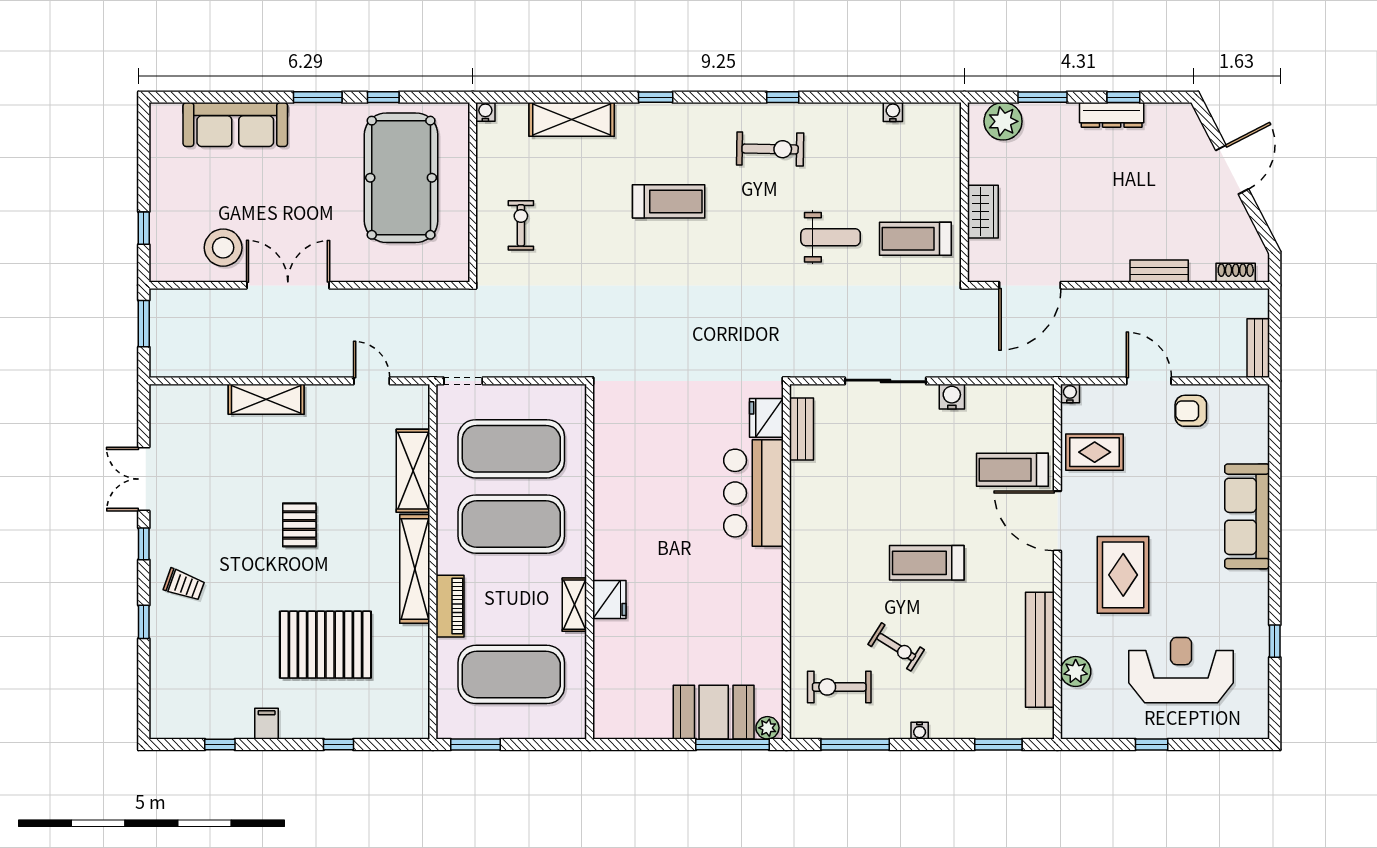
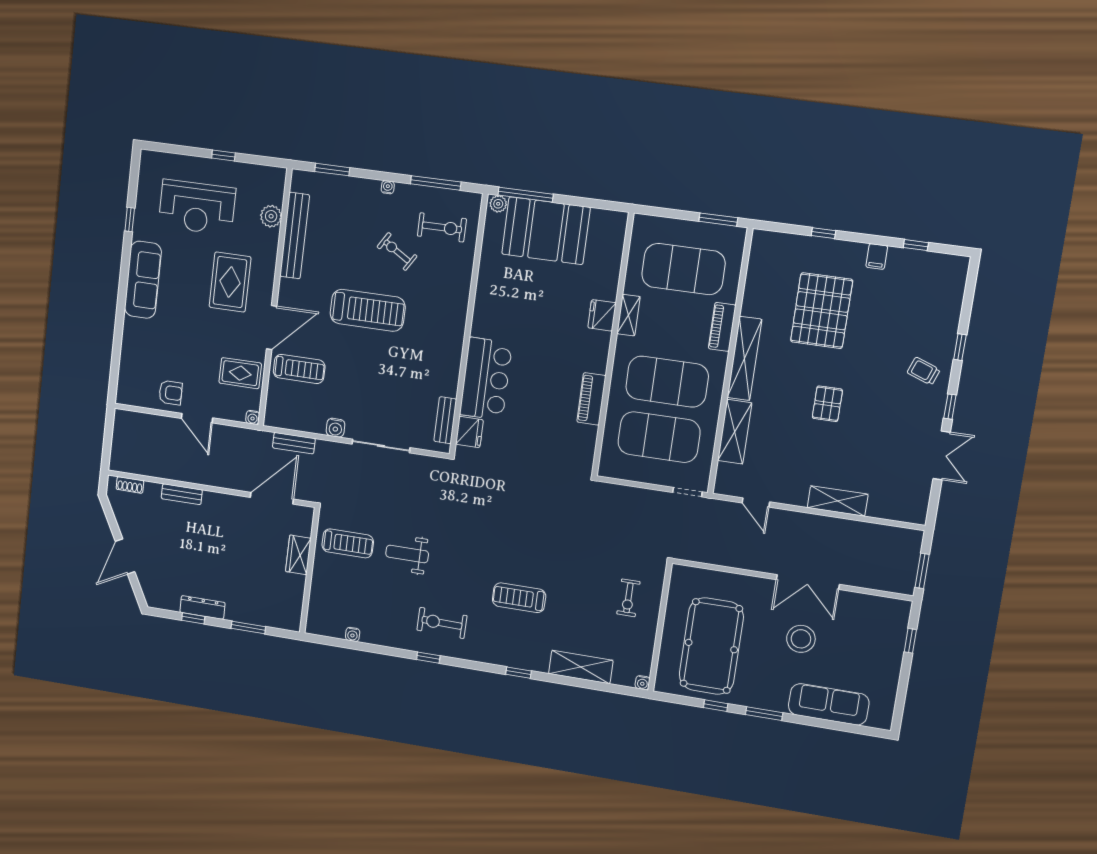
plant: (1003, 121) -> (277, 615), removed
stool: (223, 248) -> (801, 639), moved
bench: (1258, 348) -> (294, 443), moved, turned 90
piano: (608, 487) -> (591, 399), added
sofa: (1247, 516) -> (143, 280), moved
door: (1057, 521) -> (272, 328), hinge flipped
treadmill: (927, 563) -> (368, 310), width x1.37, depth x1.38
pallet: (325, 645) -> (822, 311), turned 90
booth: (714, 712) -> (546, 231), width x1.36, depth x1.42

